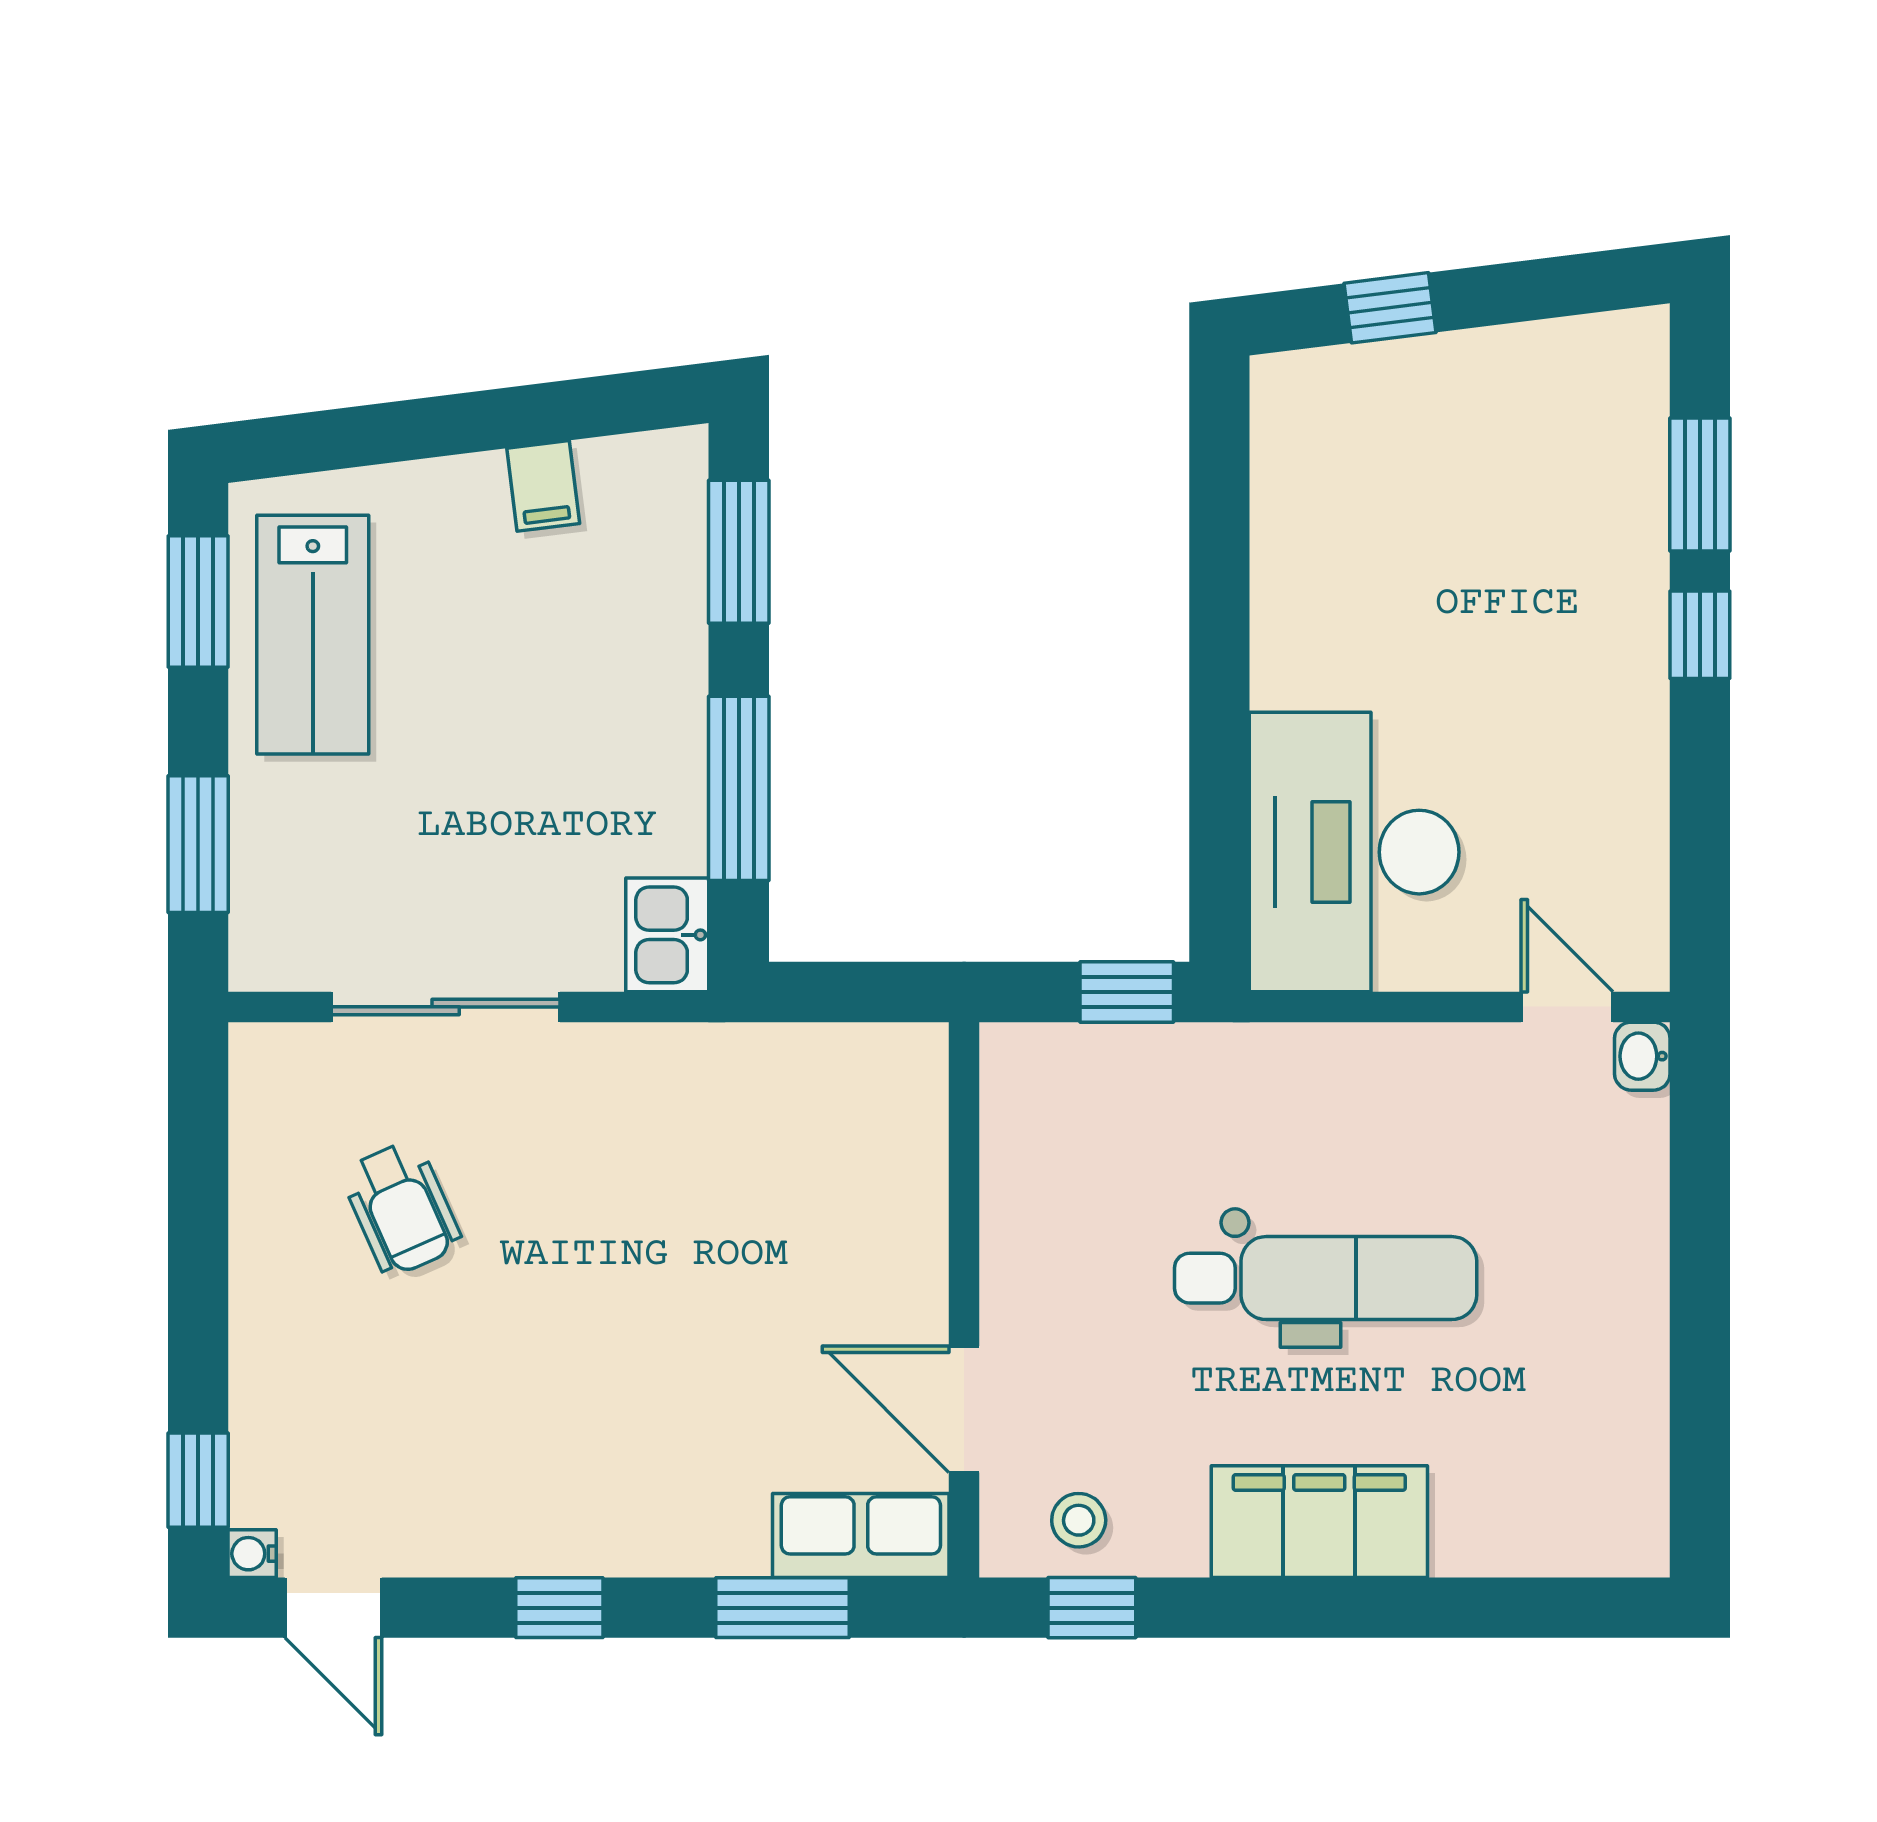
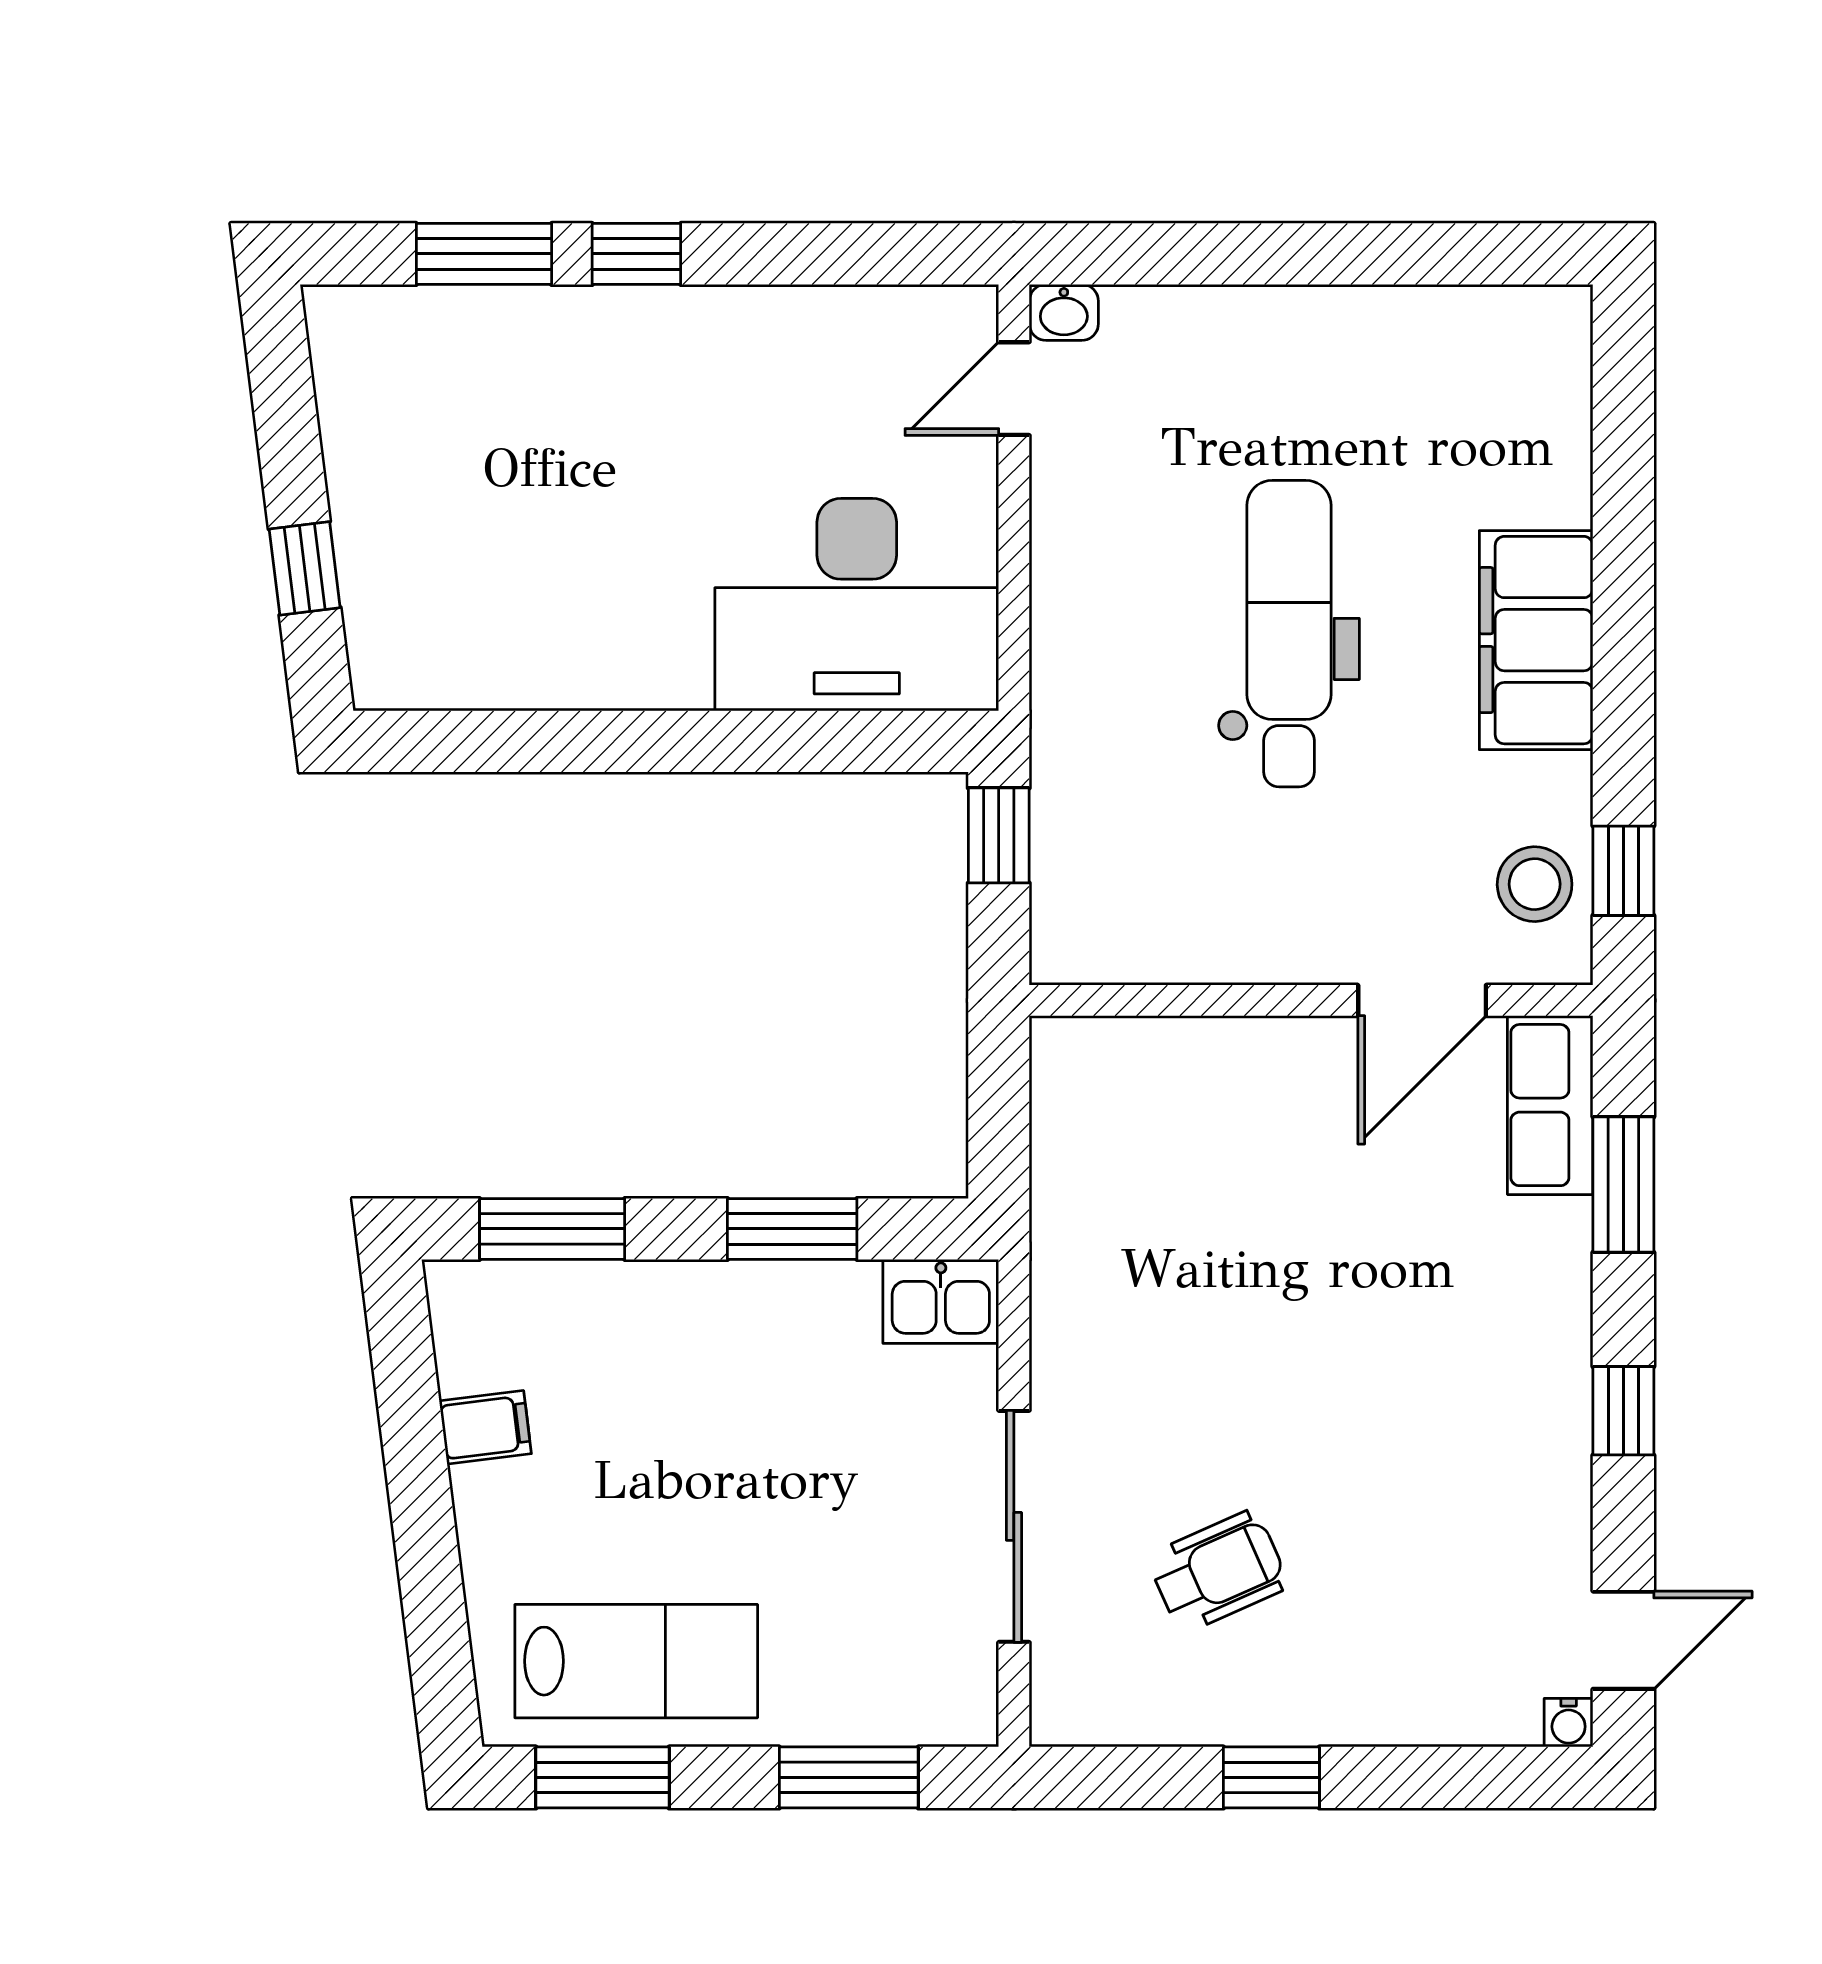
window: (739, 788) -> (792, 1229), width x0.69
window: (198, 1480) -> (1271, 1777), moved
stool: (1079, 1520) -> (1535, 884), width x1.37, depth x1.37

